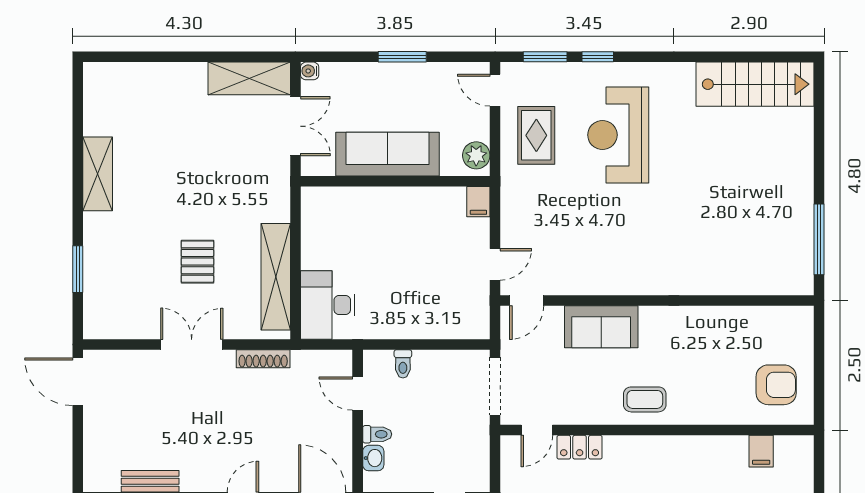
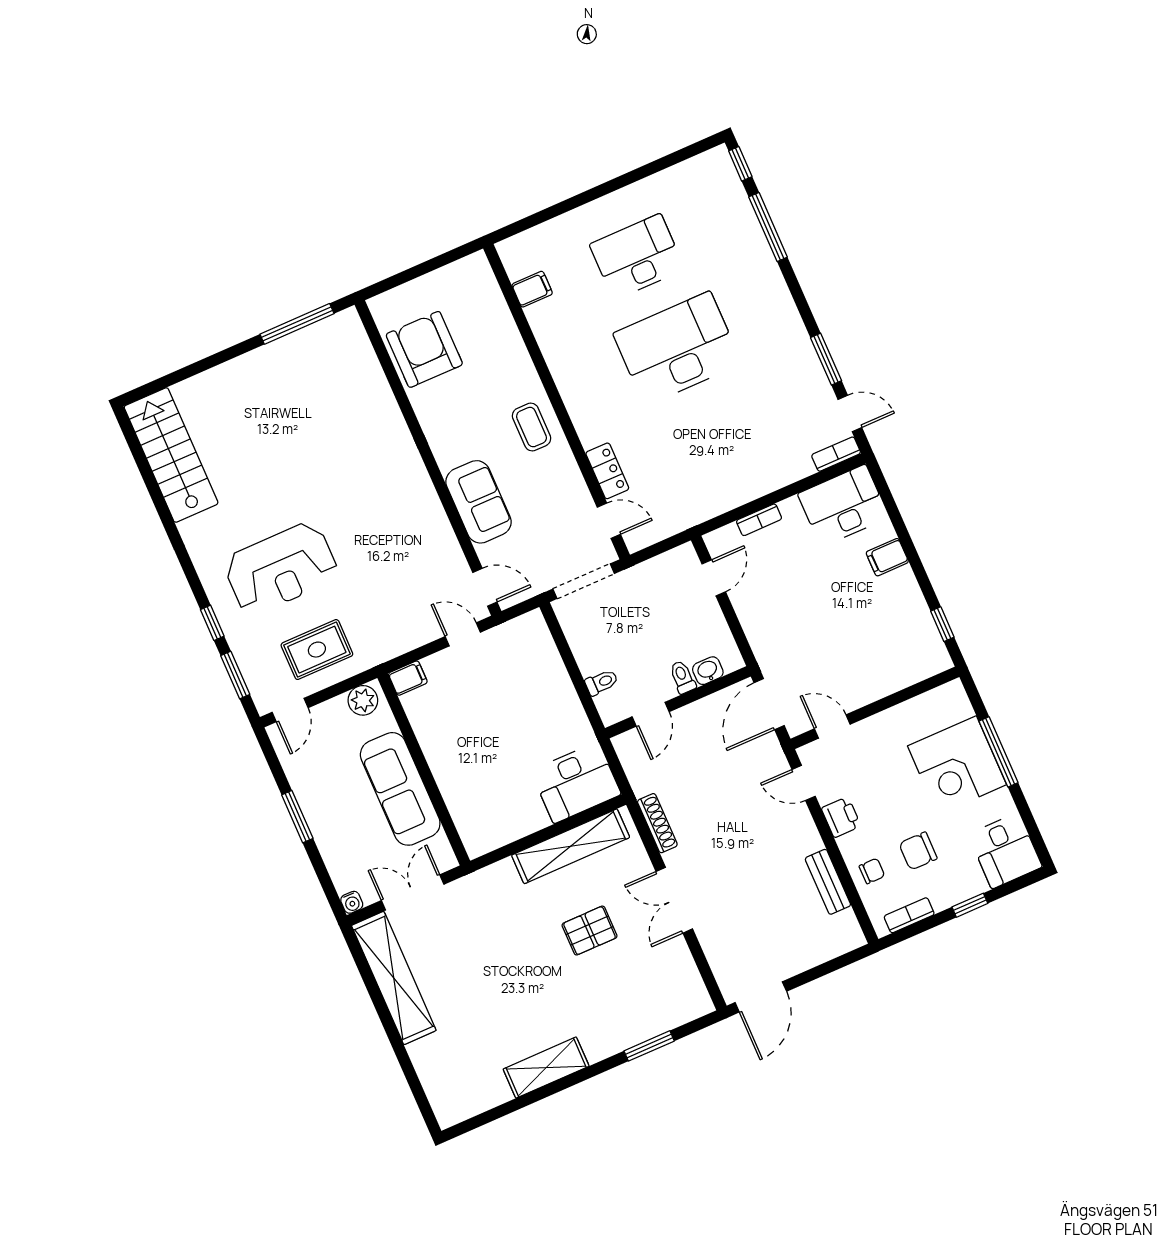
shelving: (249, 78) -> (394, 978), width x1.47
armchair: (776, 385) -> (424, 349), moved, width x1.36, depth x1.36

